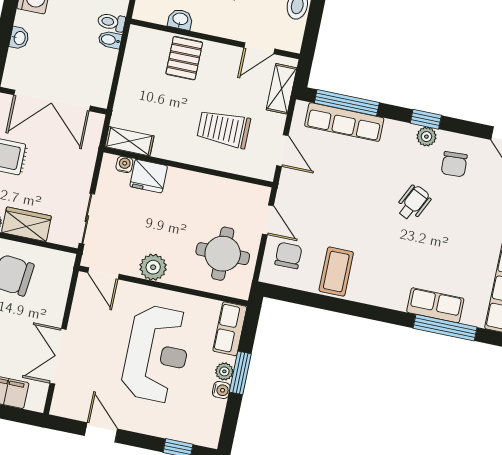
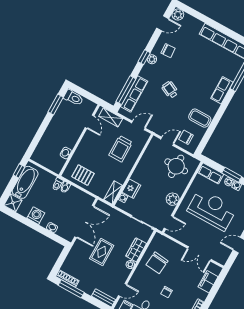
pallet: (184, 58) -> (83, 175), moved
wheelchair: (413, 203) -> (170, 90), moved
row of seats: (435, 305) -> (222, 90), moved

